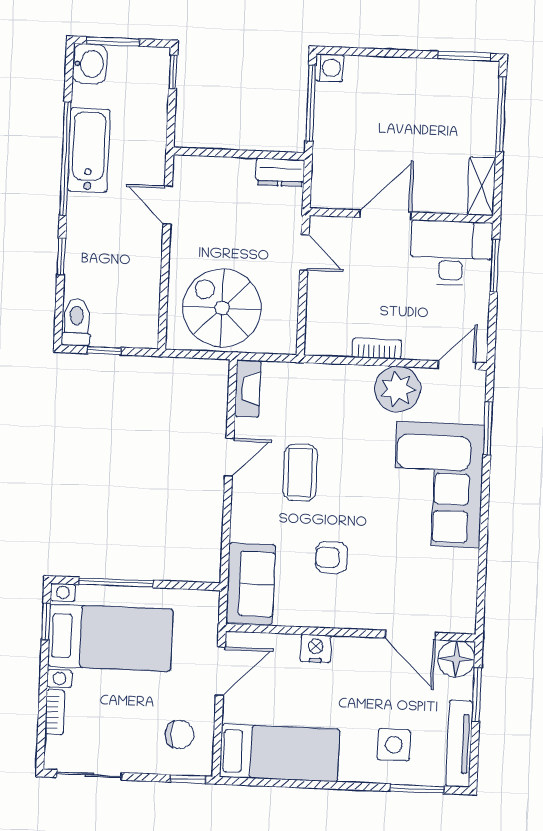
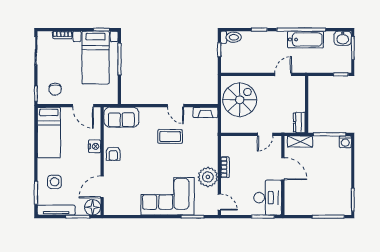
shelving: (481, 186) -> (300, 141), moved
armchair: (331, 557) -> (113, 154), moved, turned 180

